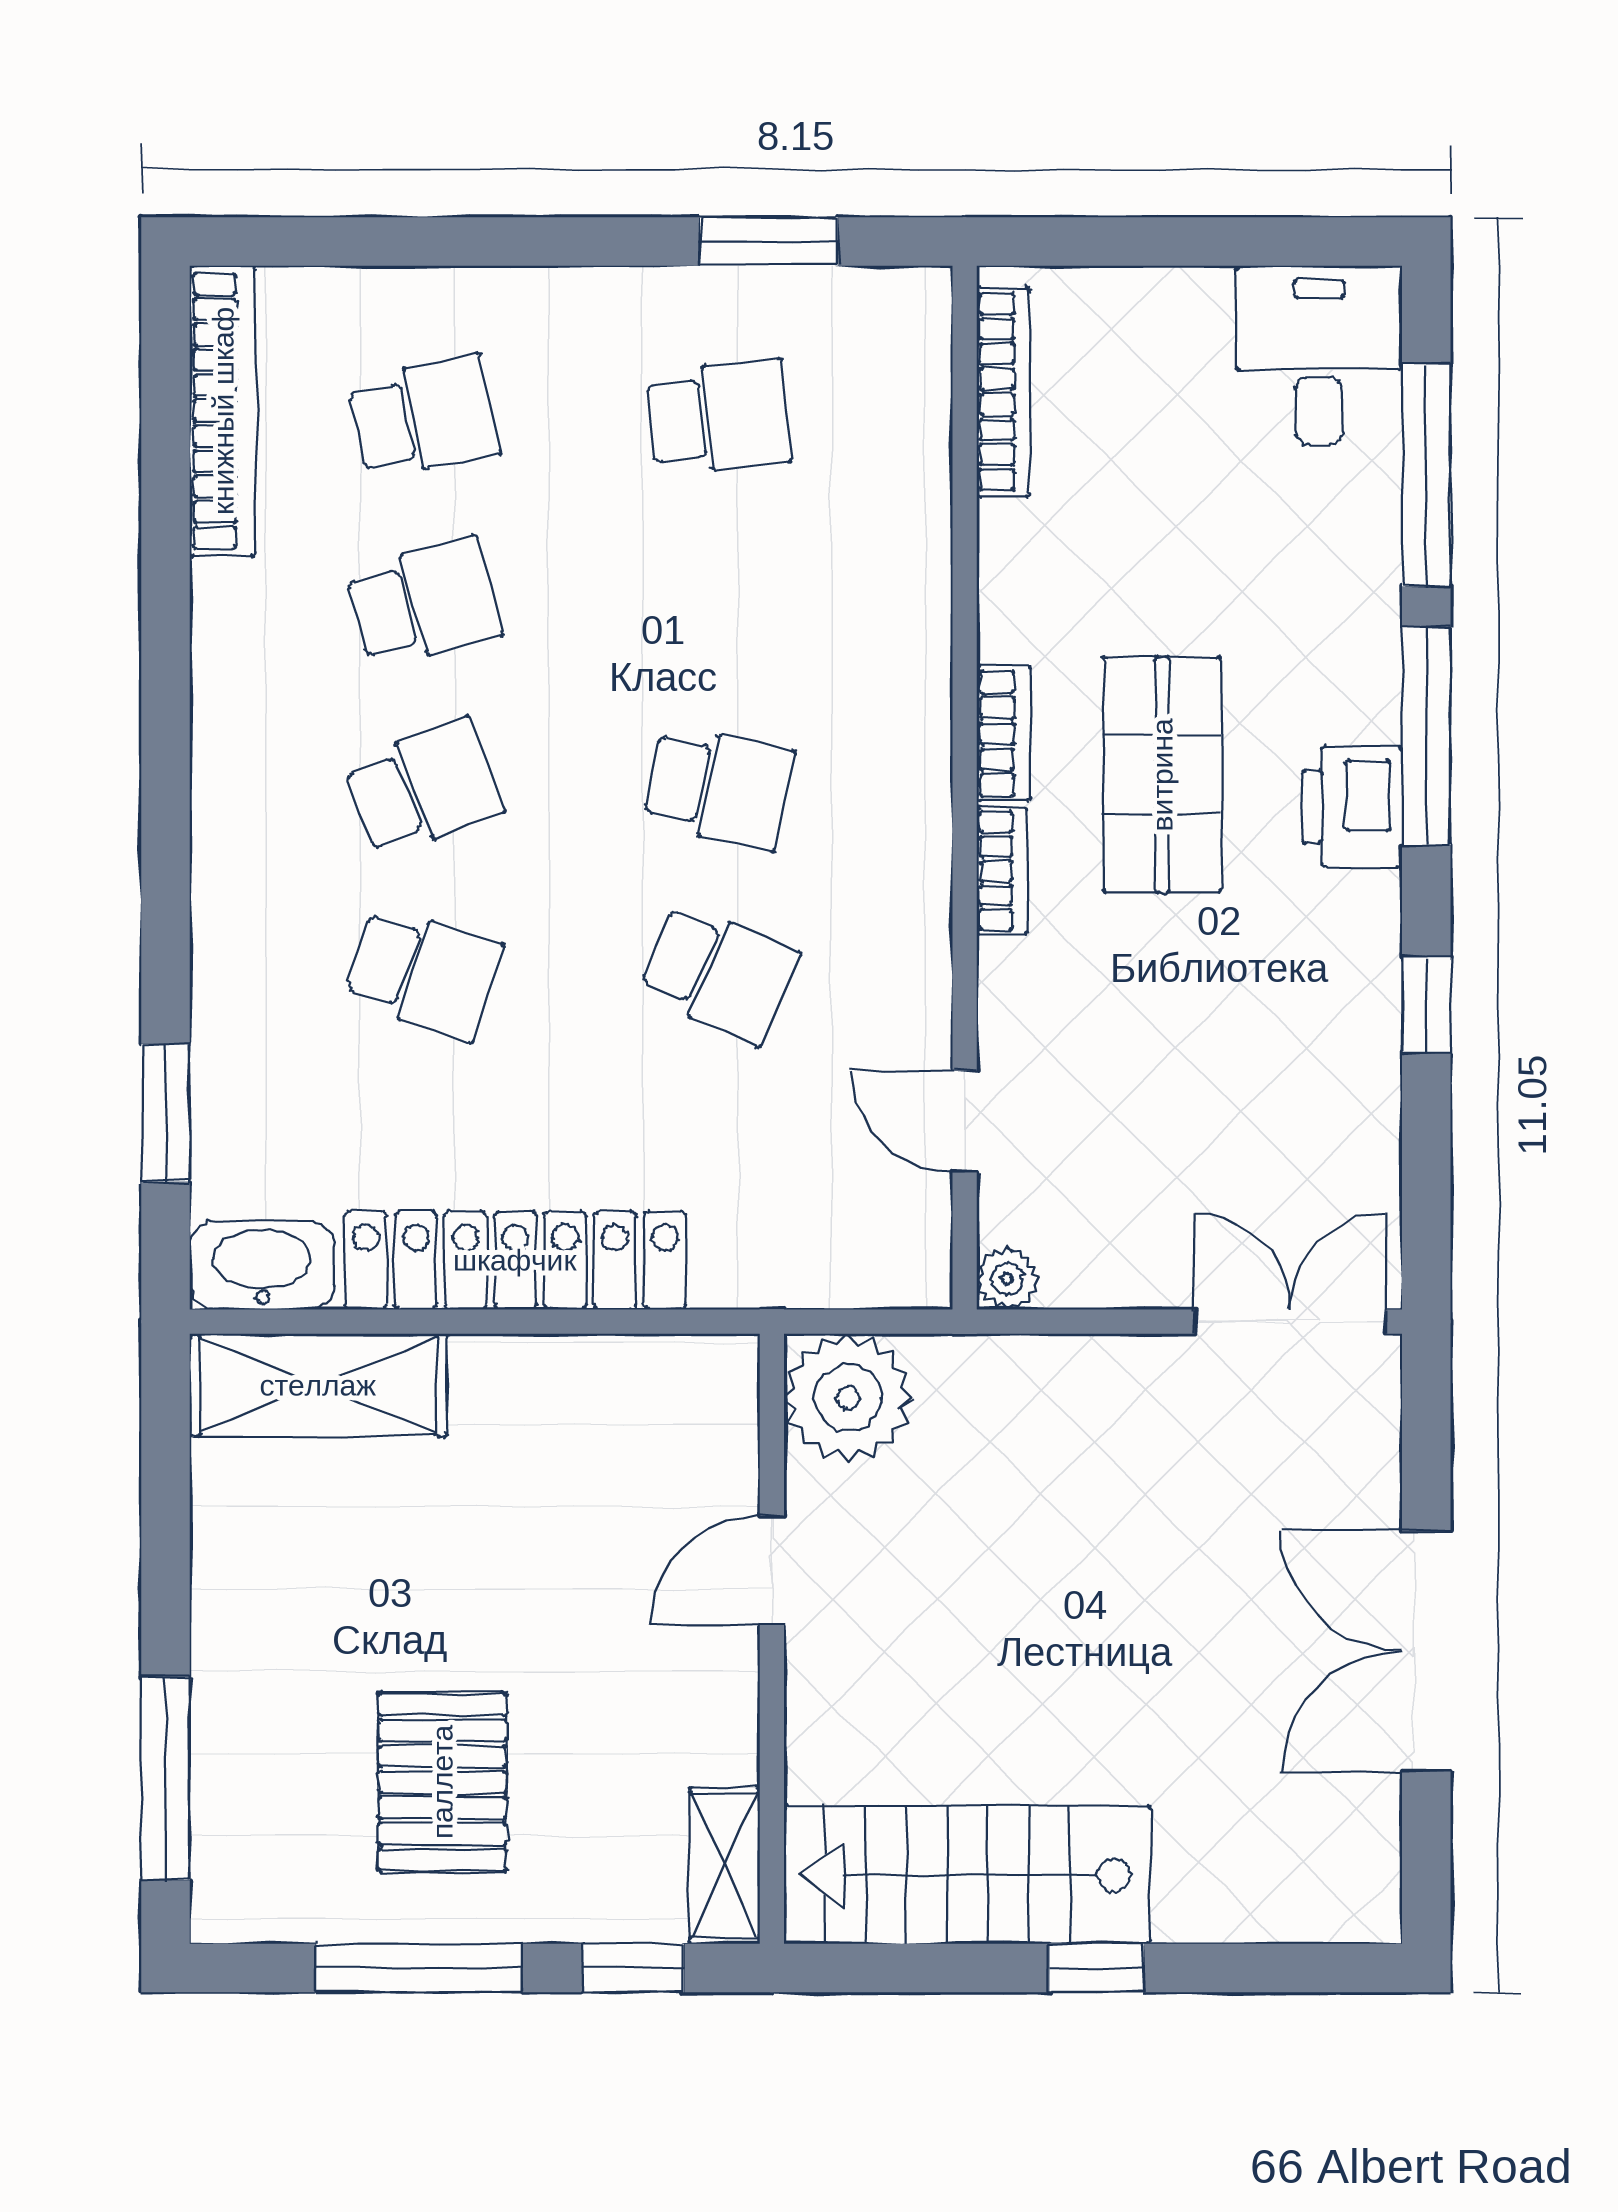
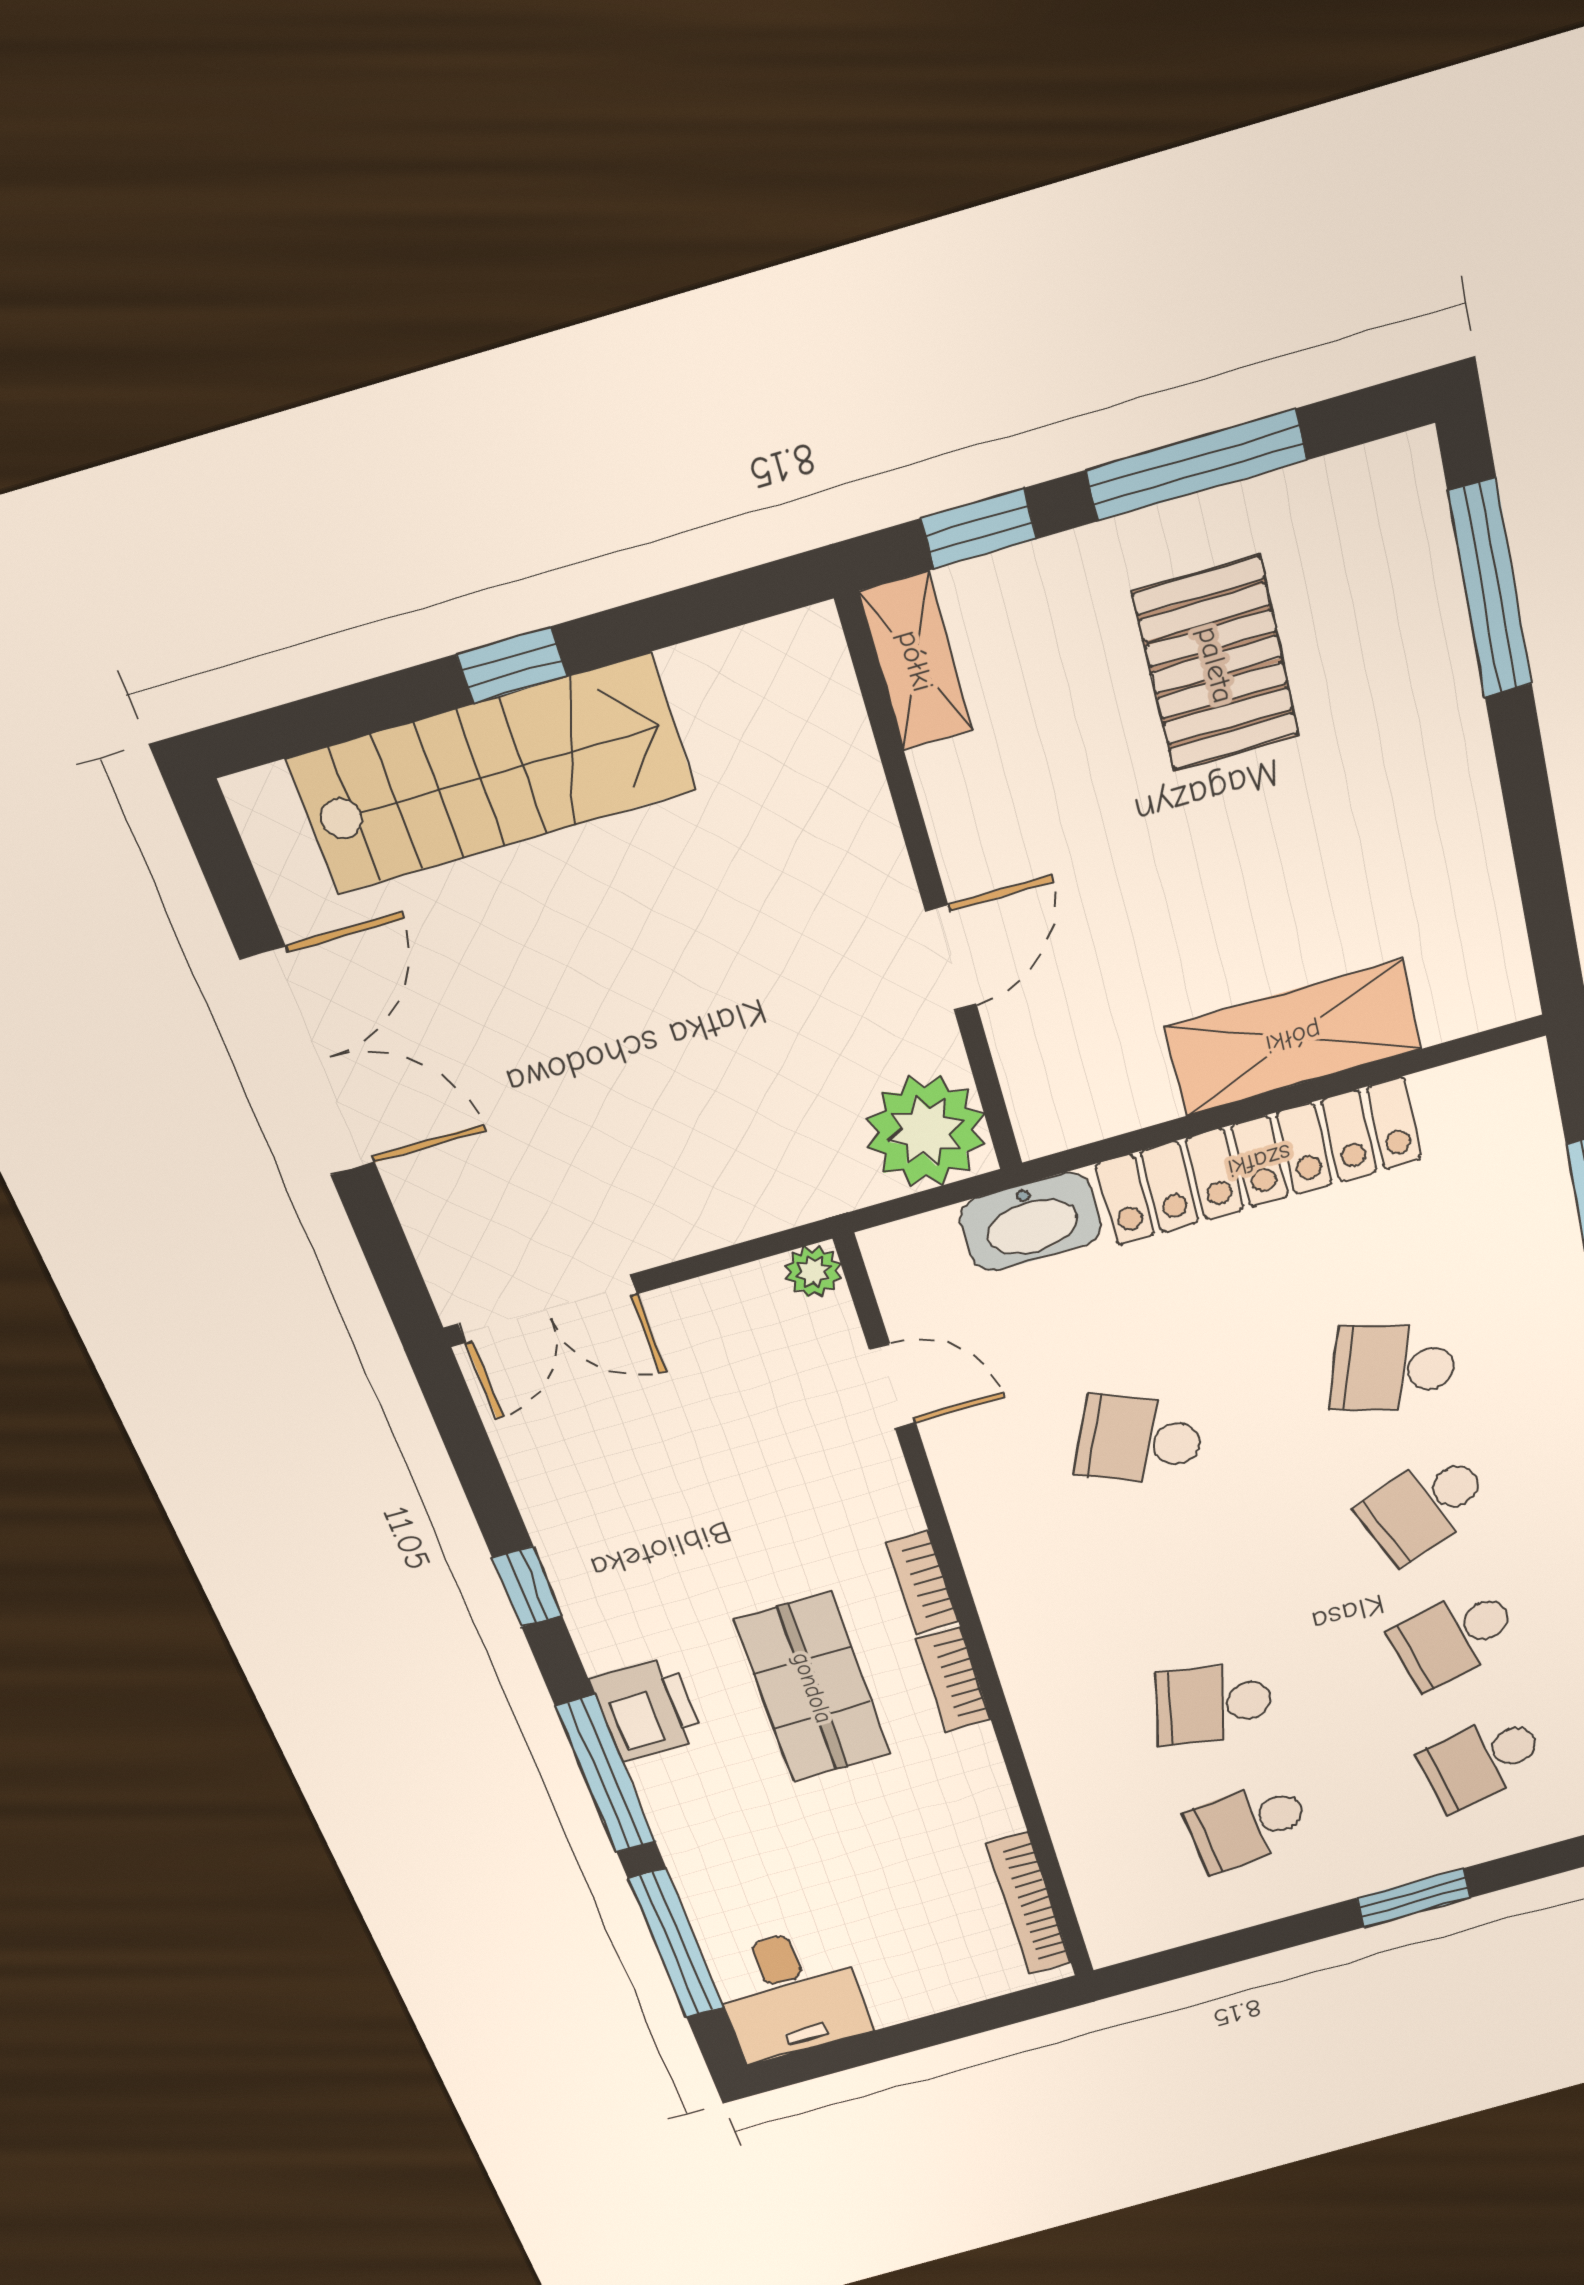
window: (769, 242) -> (1414, 1898), moved
school desk: (719, 788) -> (1214, 1704), moved
washbasin: (262, 1265) -> (1031, 1222), moved
shelving: (318, 1385) -> (1293, 1038), moved
stairs: (967, 1875) -> (493, 774), moved

